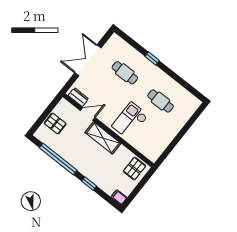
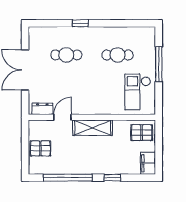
checkout: (130, 121) -> (138, 92), moved
window: (184, 130) -> (159, 64), added
pallet: (134, 169) -> (142, 133), turned 90
filing cabinet: (119, 197) -> (148, 163), width x2.00

